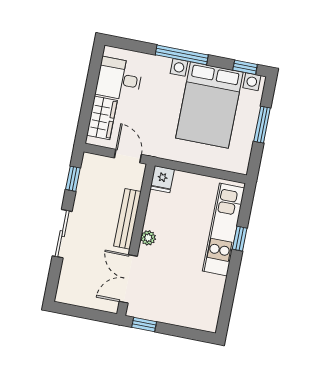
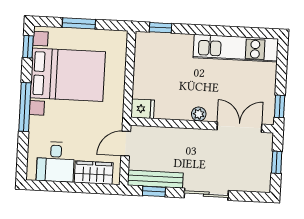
bench: (127, 219) -> (155, 179), moved
kitchen unit: (223, 229) -> (236, 48), moved
window: (240, 239) -> (161, 28), moved
double door: (128, 279) -> (239, 127), swing flipped
window: (85, 313) -> (277, 162), added

